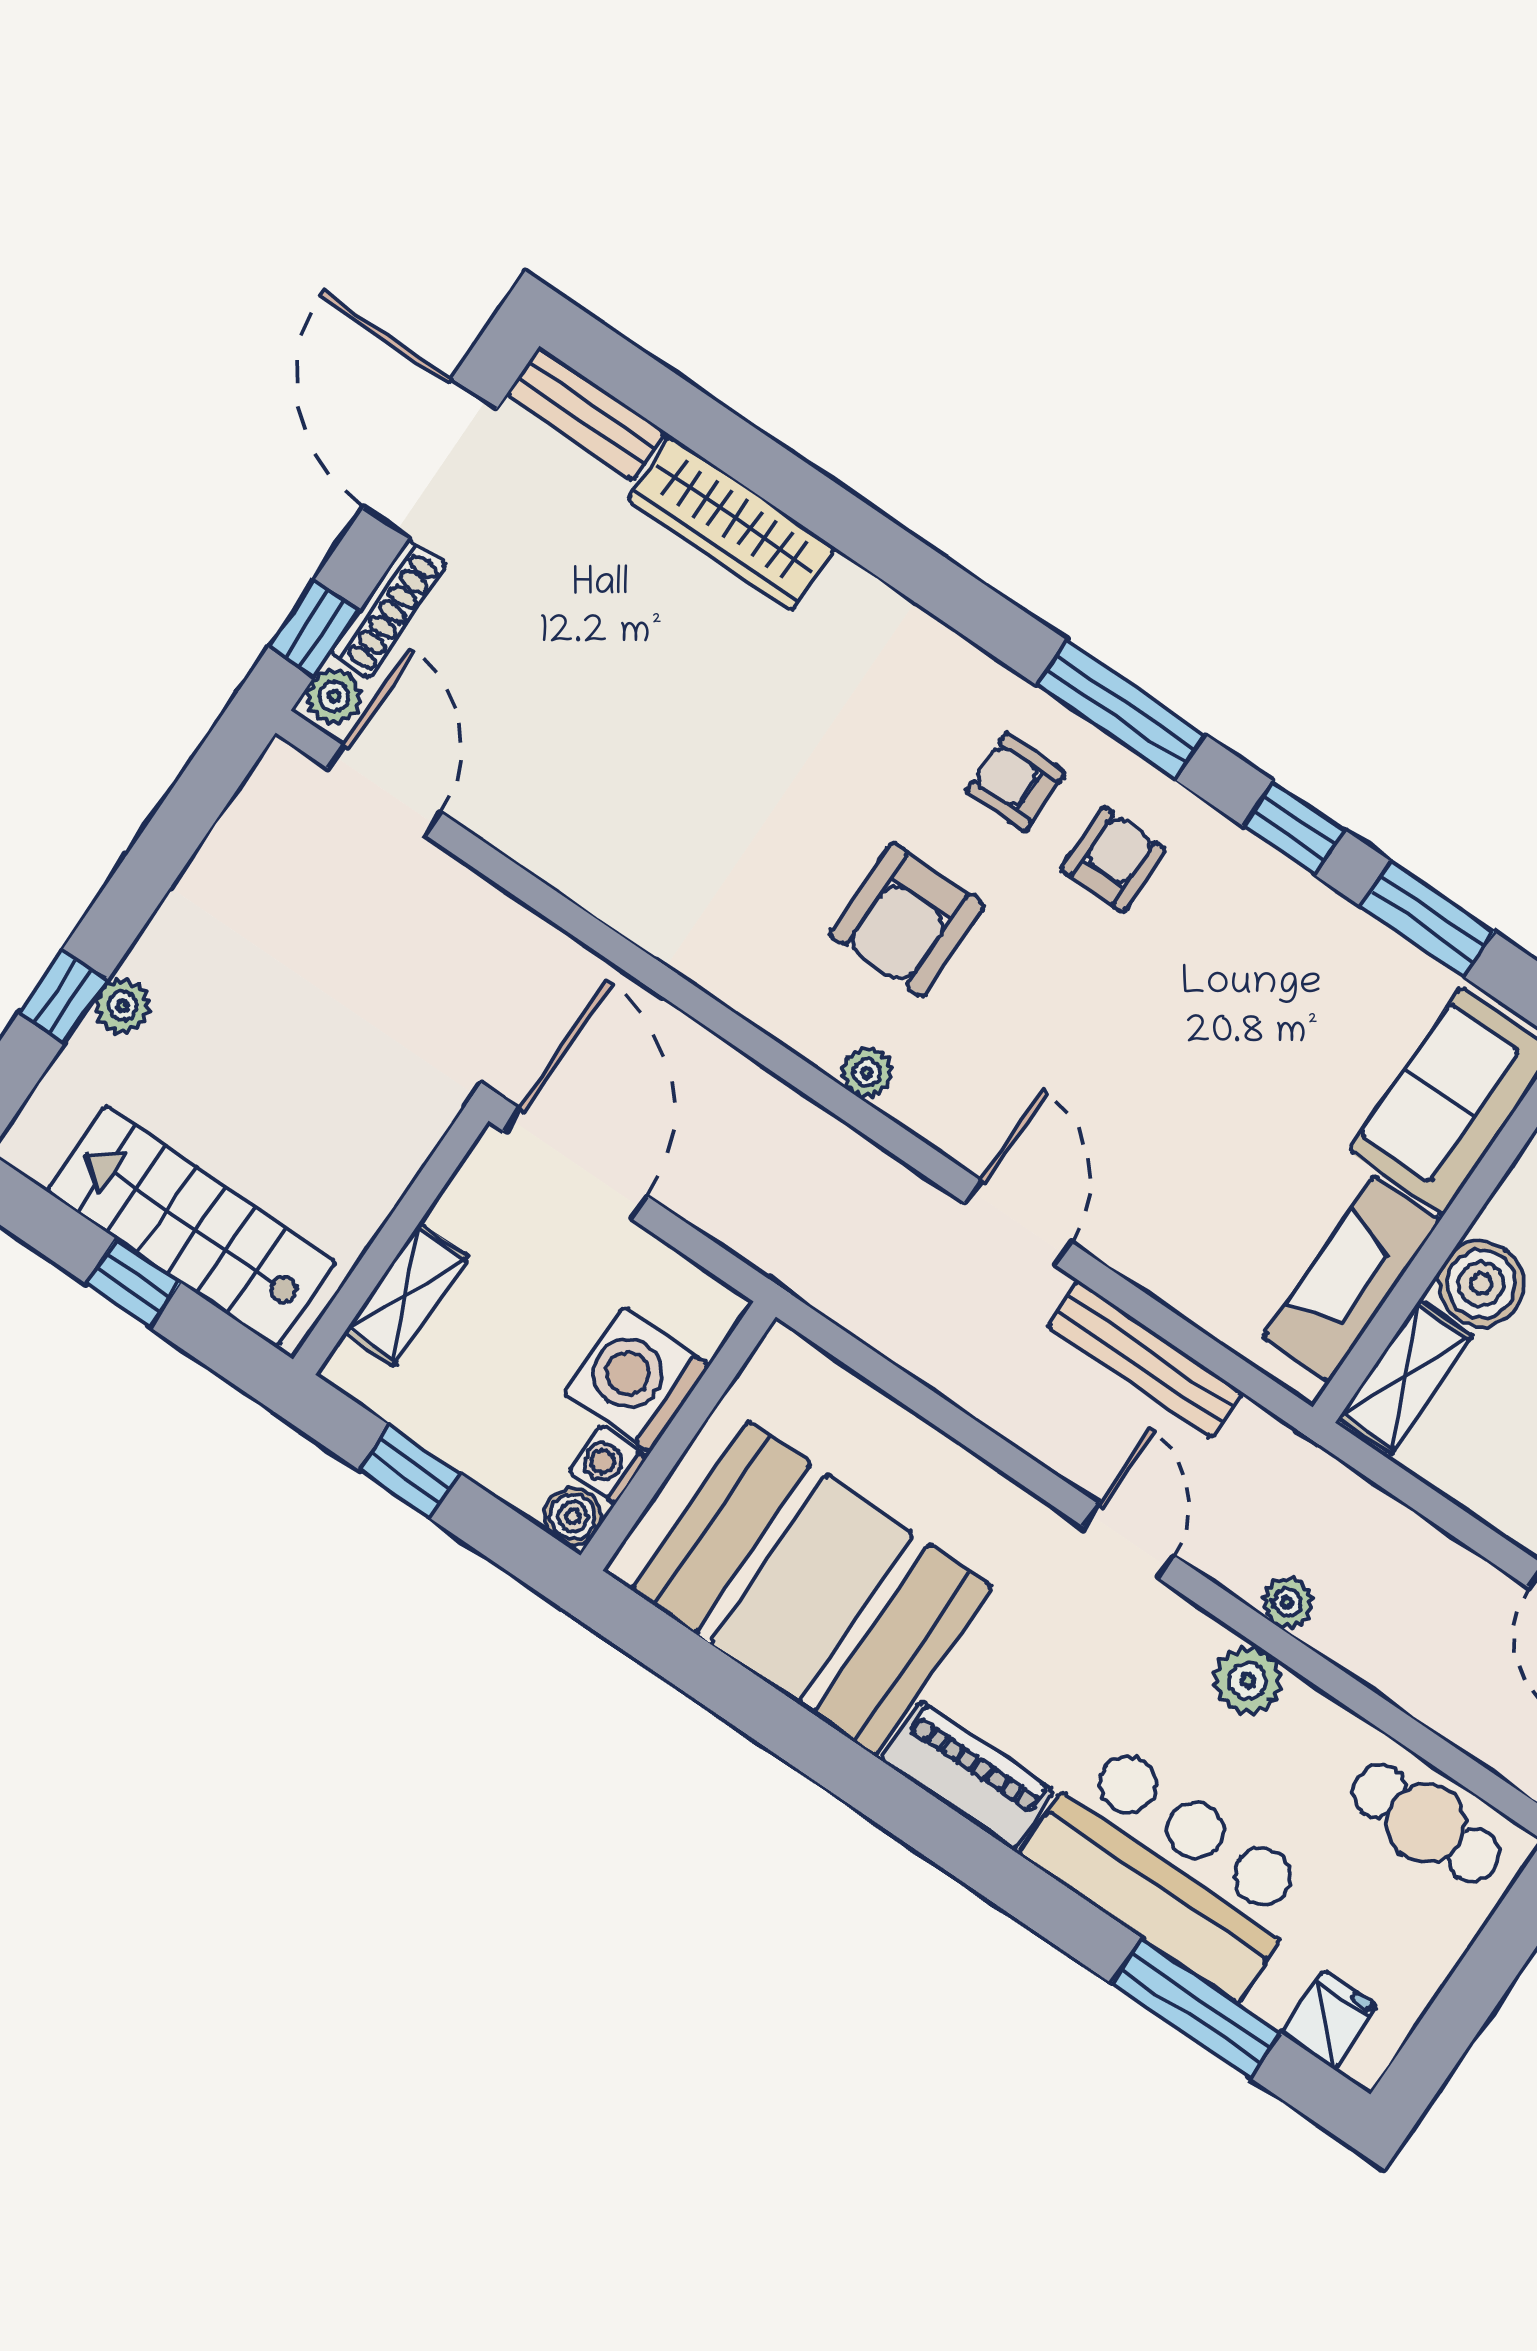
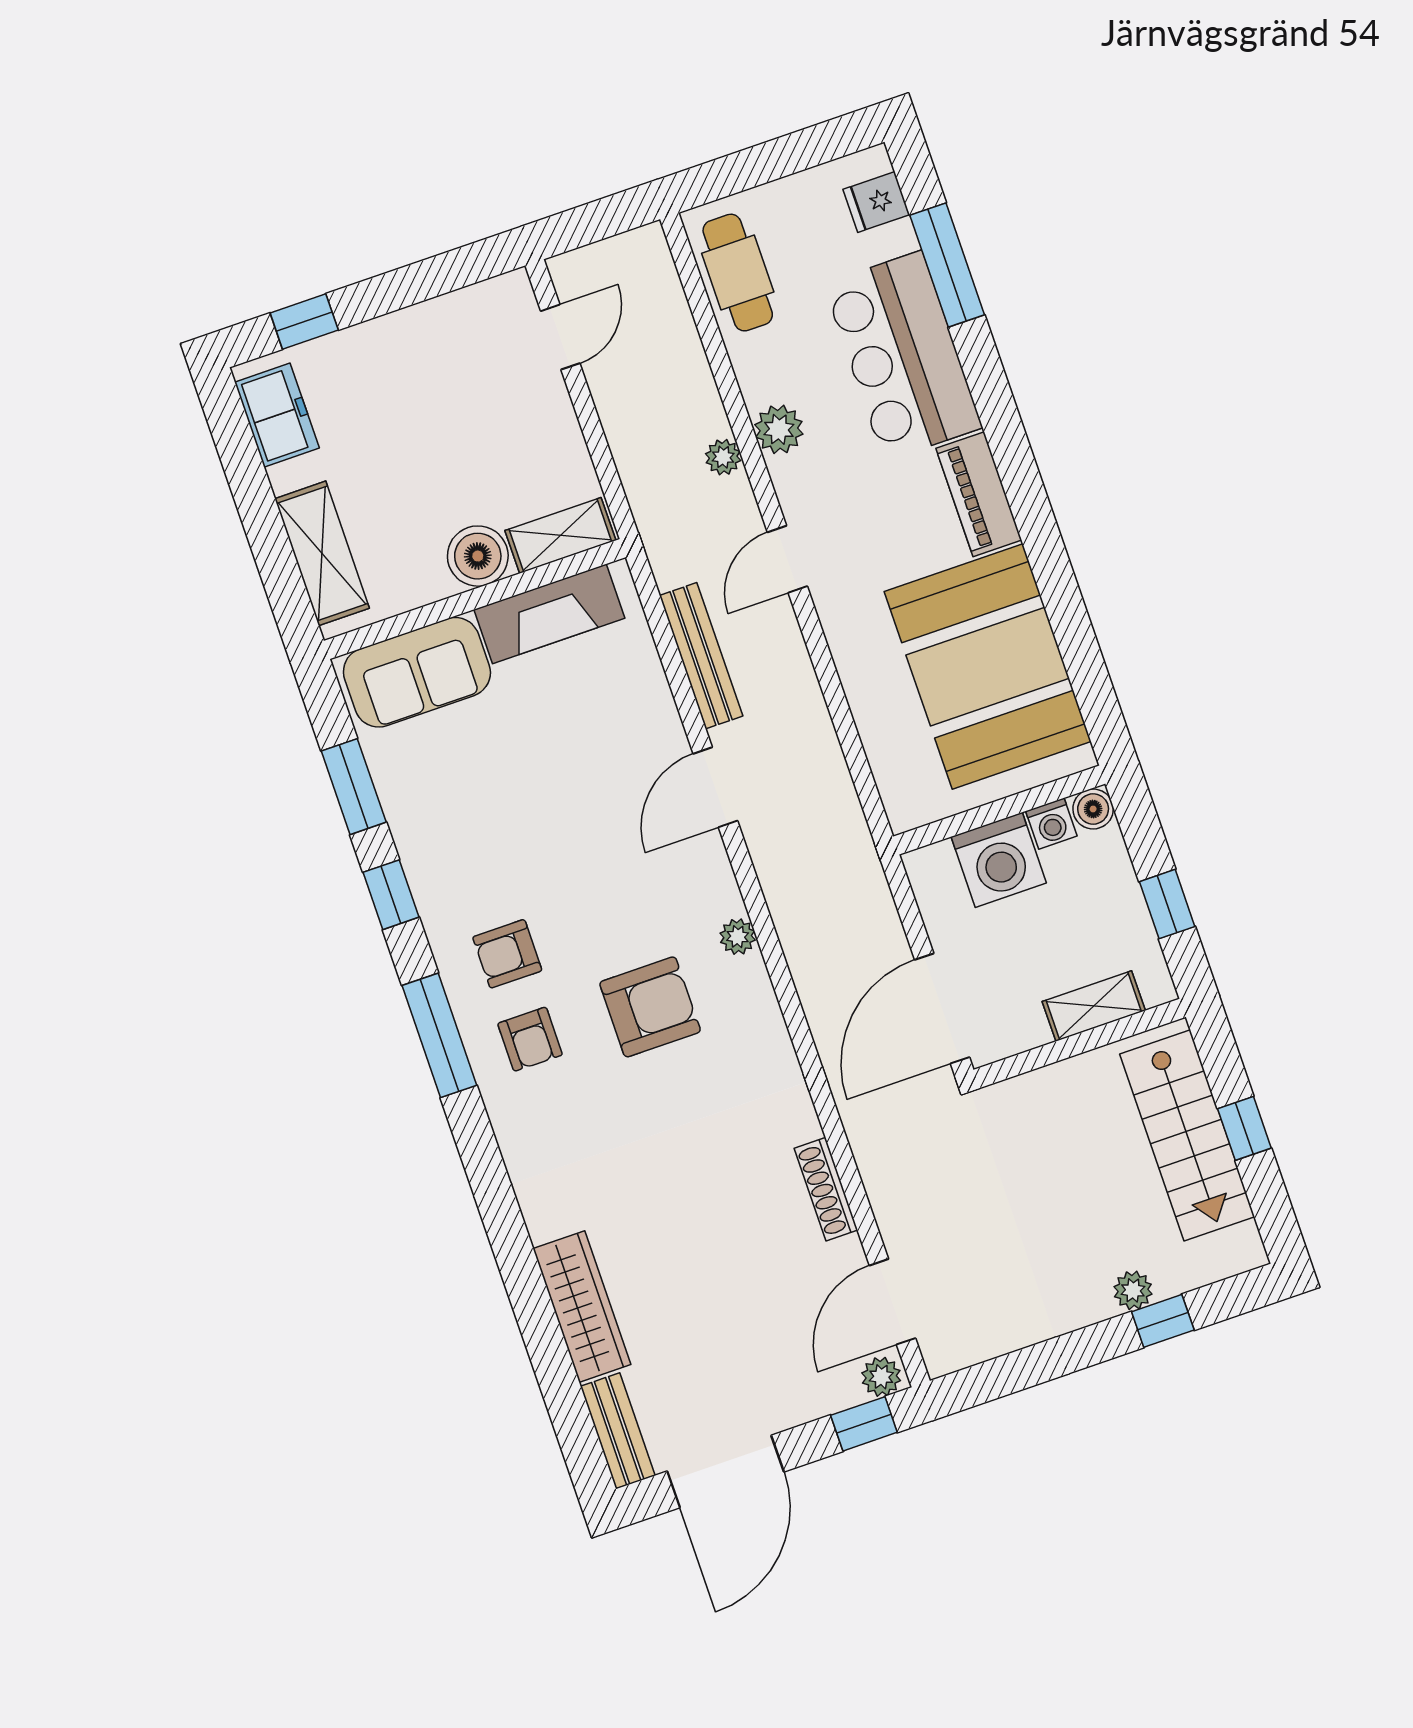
shoe rack: (388, 609) -> (826, 1189), moved, turned -90

